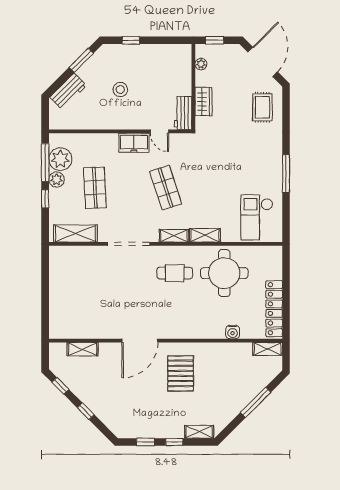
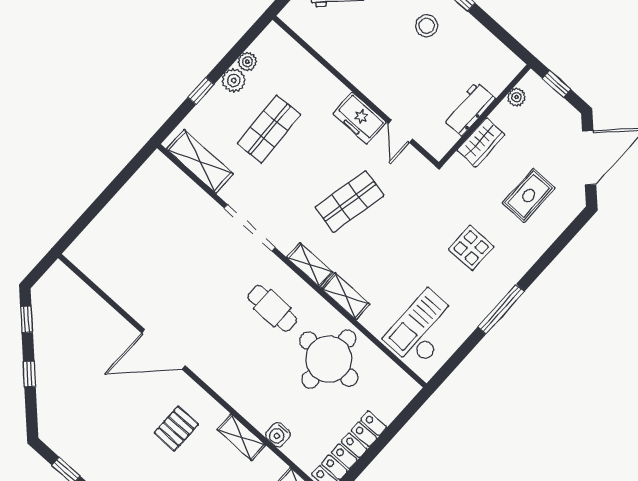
stool: (120, 89) -> (427, 26), moved
rug: (262, 107) -> (529, 195), moved
workbench: (183, 113) -> (469, 109), moved
display table: (245, 157) -> (471, 248), added
plant: (60, 159) -> (247, 62), width x0.53, depth x0.53
window: (45, 163) -> (238, 50), removed
shop shelf: (166, 188) -> (350, 202), turned 30
shelving: (83, 349) -> (241, 437), moved
pallet: (181, 373) -> (176, 429), width x0.67, depth x0.71

